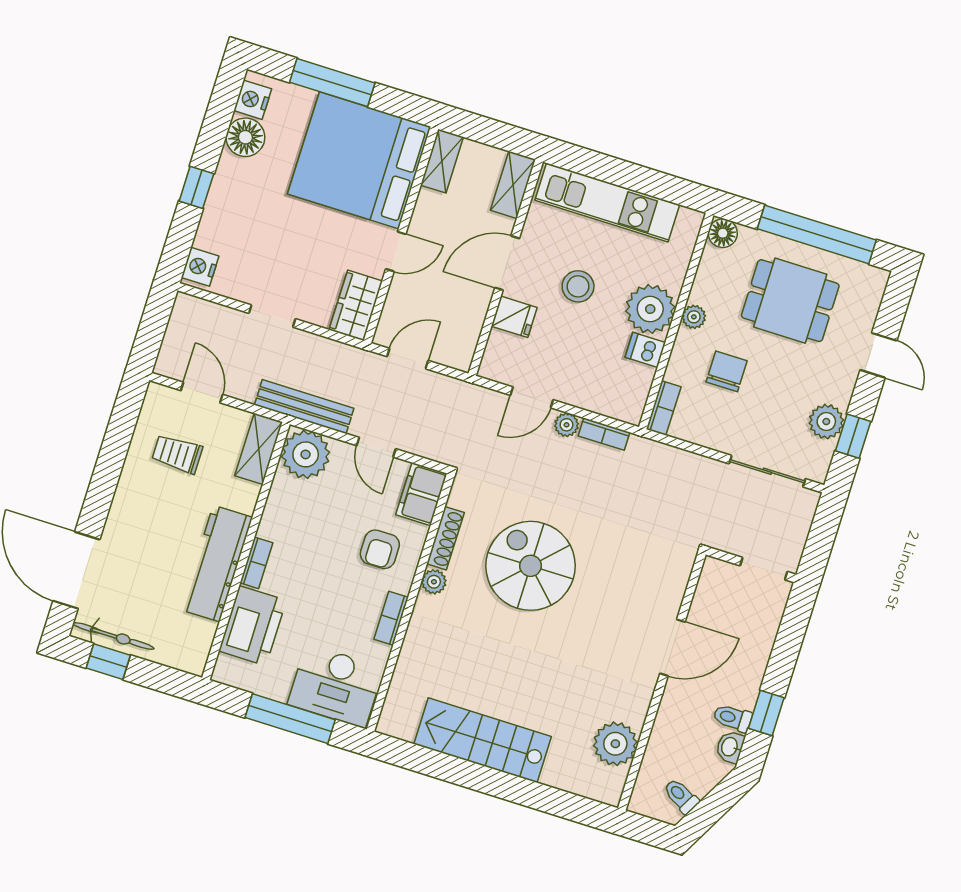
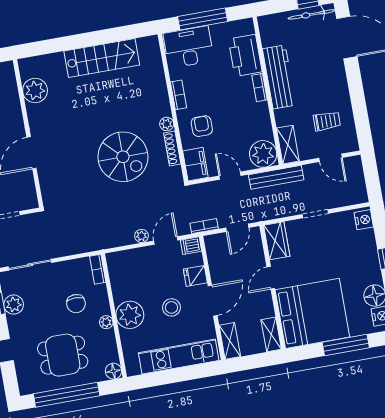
dishwasher: (645, 350) -> (191, 246), moved, turned 180
bookcase: (604, 434) -> (204, 226), moved

